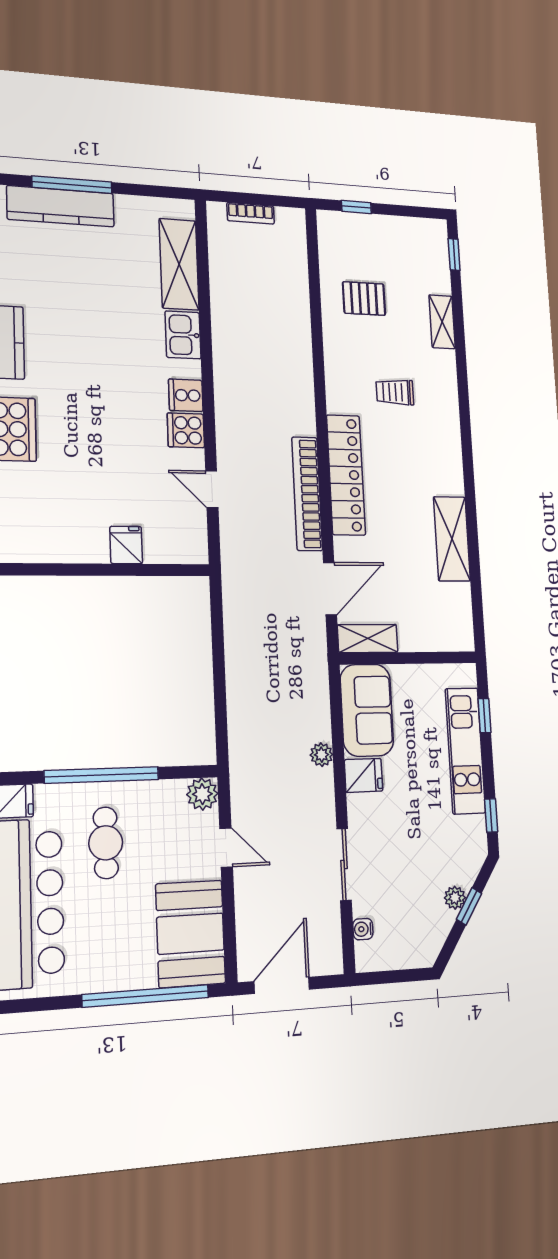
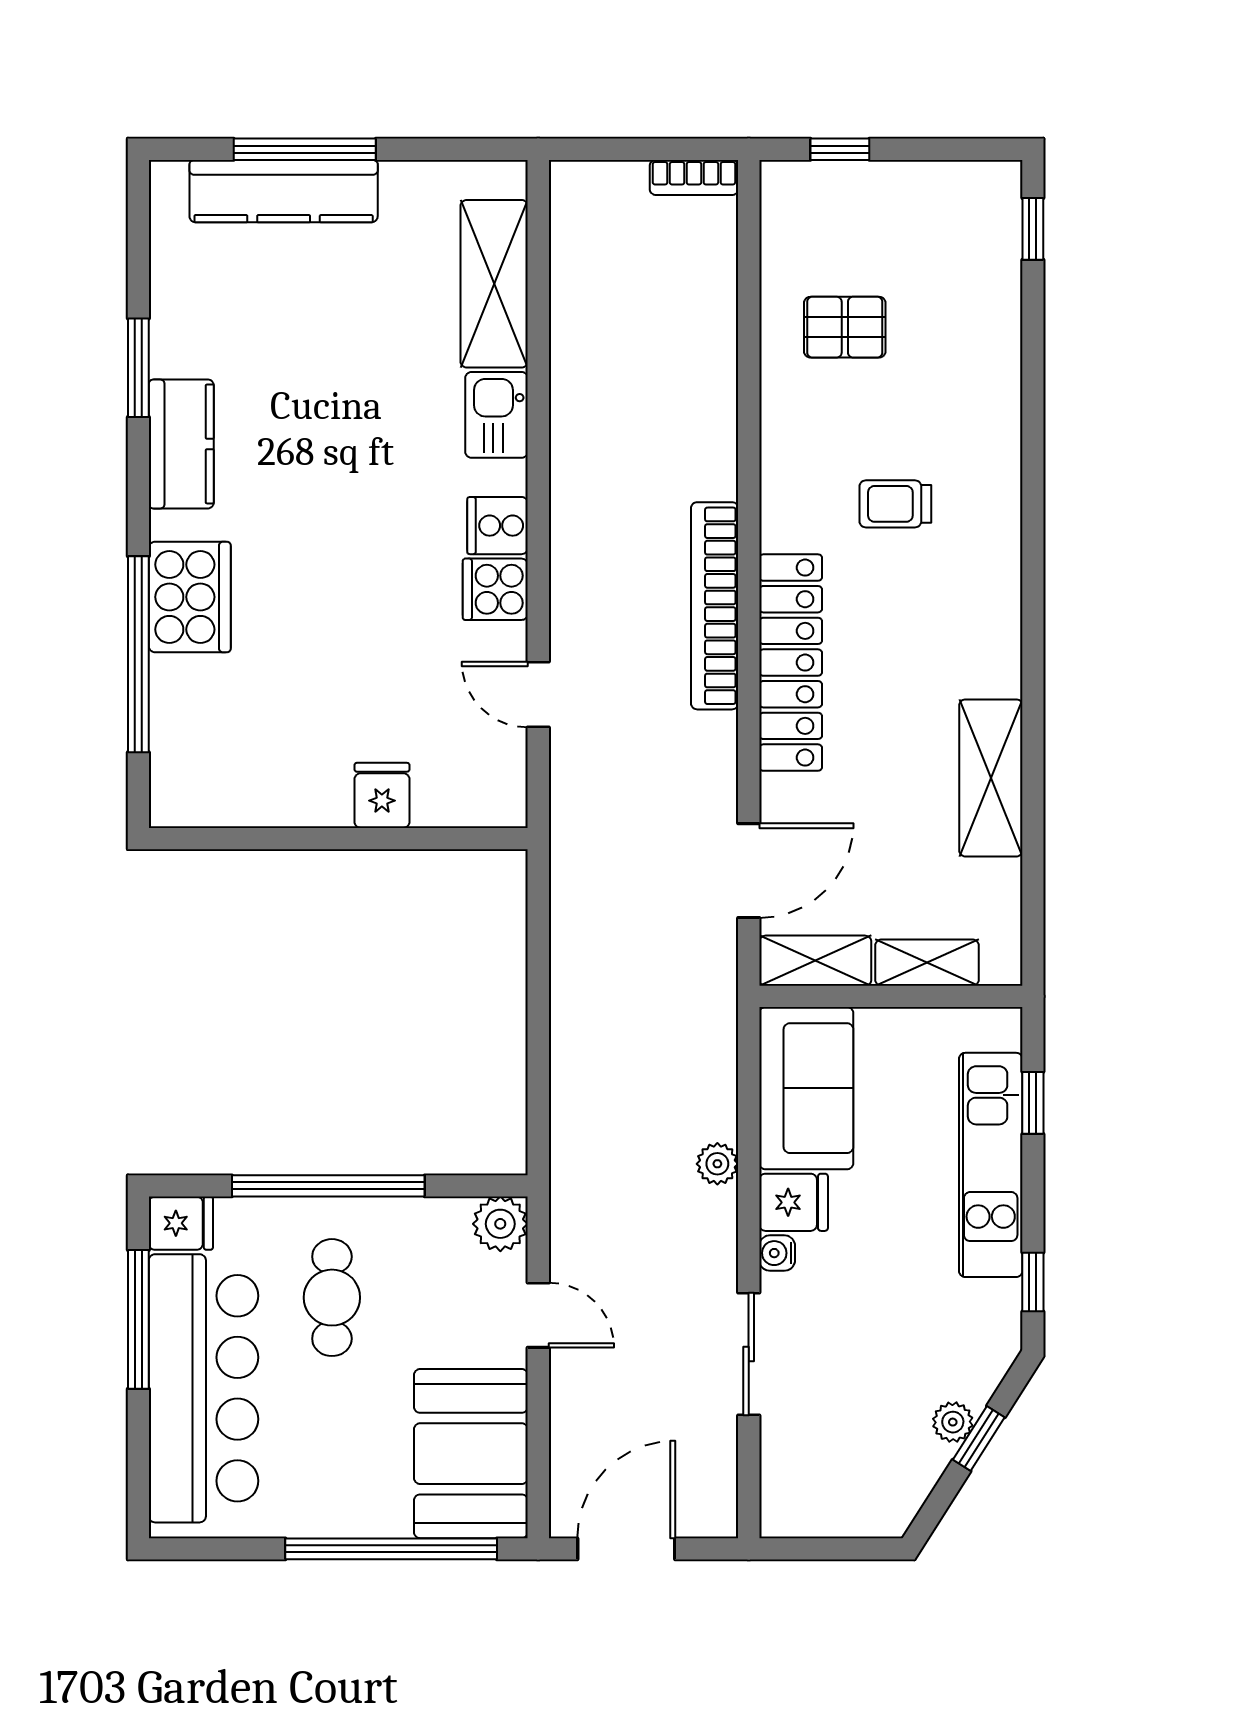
bookcase: (251, 213) -> (694, 177), moved
shelving: (442, 322) -> (927, 963), moved, turned 90
bookcase: (307, 494) -> (715, 606), moved
water cooler: (363, 929) -> (777, 1253), moved

